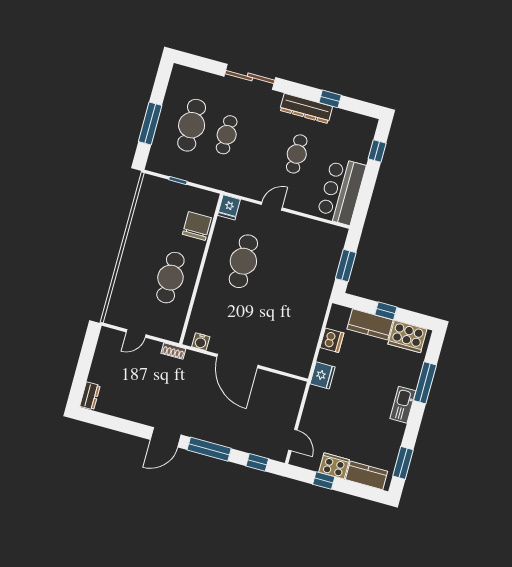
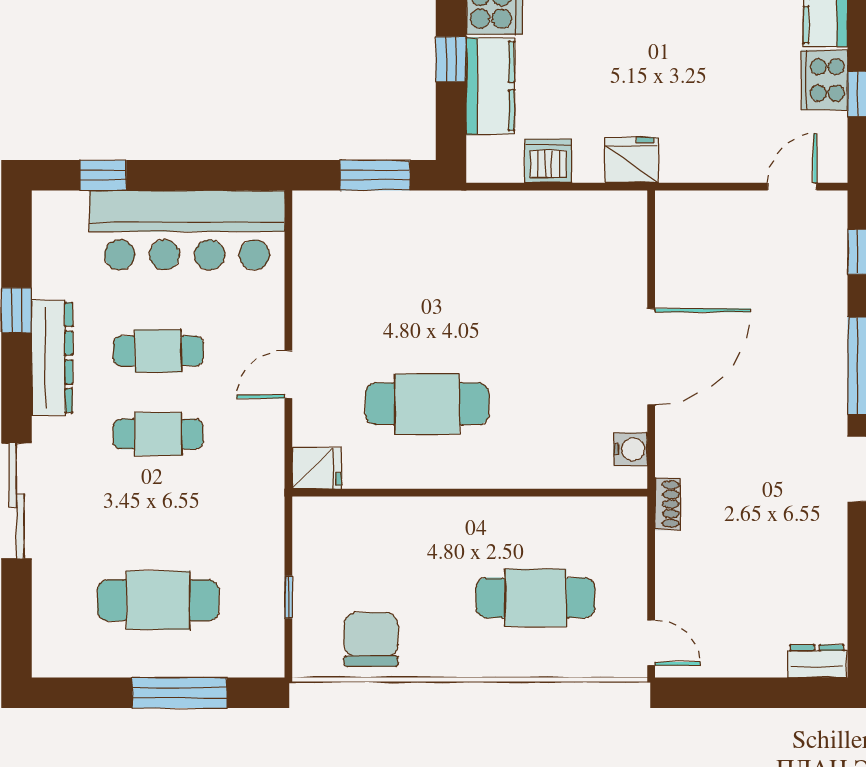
cafe table: (227, 135) -> (158, 434), moved
bar counter: (341, 191) -> (187, 230), width x1.36
door: (272, 206) -> (288, 374), hinge flipped
chair: (197, 226) -> (371, 640), moved, turned 90
cafe table: (170, 278) -> (535, 598), moved
door: (136, 333) -> (651, 643), moved

